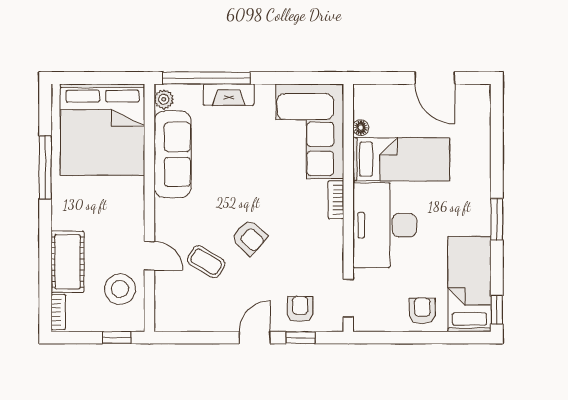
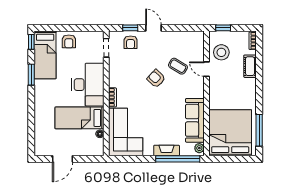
door: (435, 78) -> (63, 159), swing flipped
window: (45, 167) -> (259, 130), moved
window: (497, 219) -> (31, 75), moved
cot: (67, 262) -> (250, 66), width x0.73, depth x0.75
door: (255, 338) -> (153, 28), swing flipped

